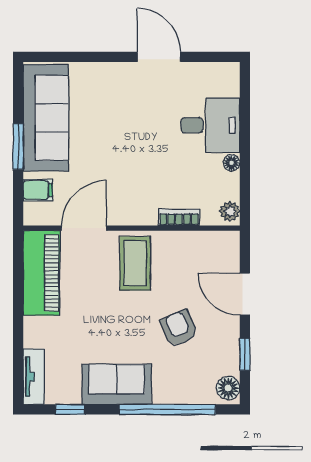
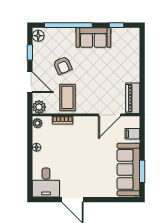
desk: (210, 125) -> (46, 183), moved, turned -90
window: (18, 147) -> (142, 171), moved
plant: (226, 244) -> (39, 107), added
coffee table: (135, 263) -> (67, 97), moved
piano: (42, 273) -> (133, 98), width x0.73, depth x0.75
tv unit: (34, 377) -> (134, 41), removed

